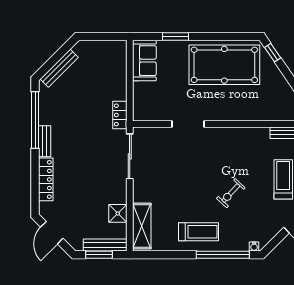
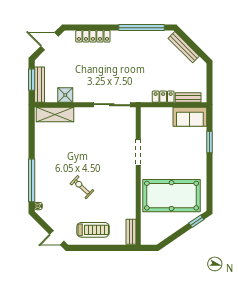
pool table: (224, 65) -> (172, 196), moved, turned 90
locker: (120, 115) -> (163, 97), moved
bench: (45, 141) -> (188, 97), moved
treadmill: (199, 232) -> (50, 161), removed

